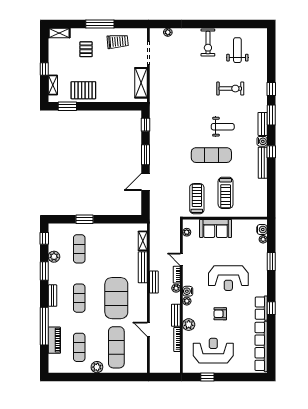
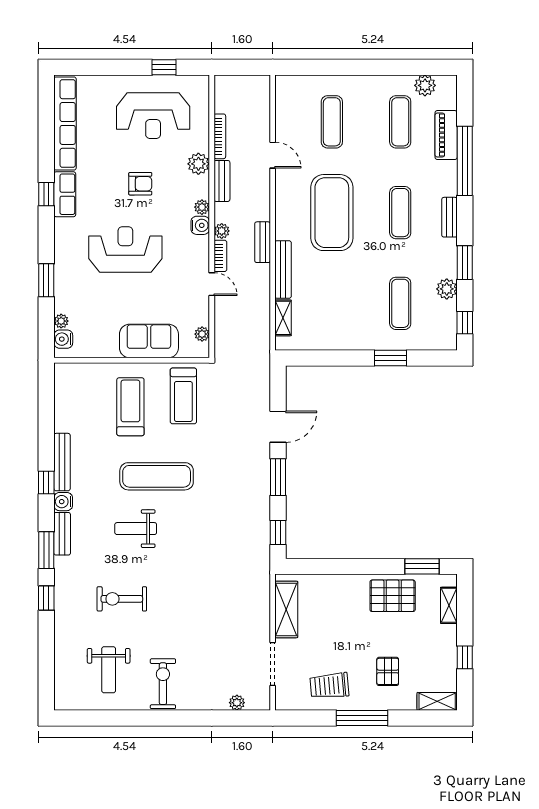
window: (44, 69) -> (465, 657), moved
exercise mat: (116, 347) -> (332, 122), width x0.73, depth x0.69
plant: (97, 367) -> (425, 85), moved

